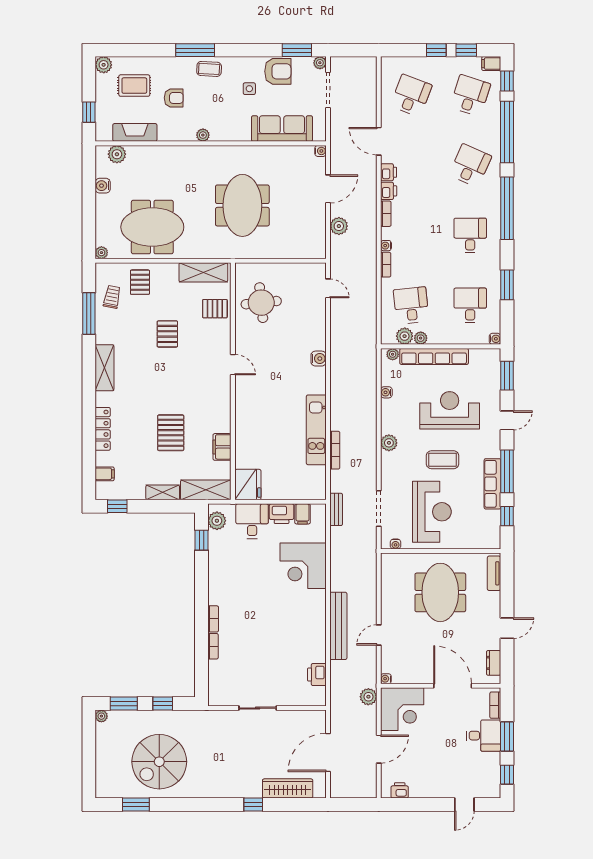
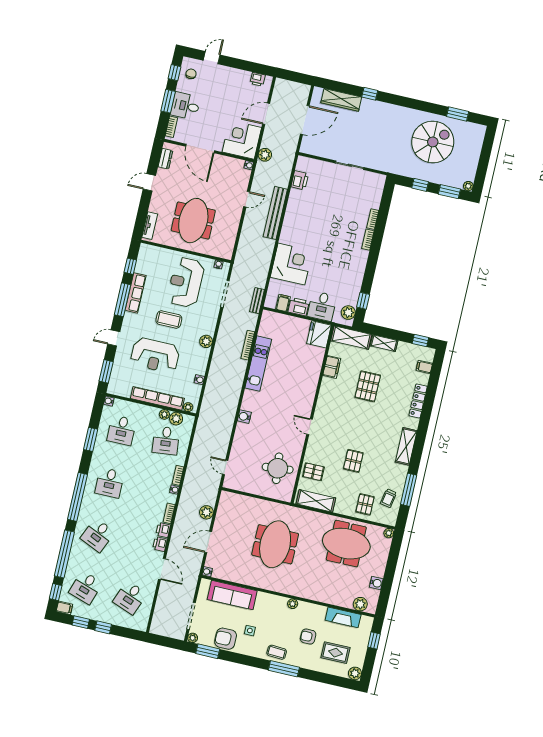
chair: (486, 778) -> (191, 74), added

